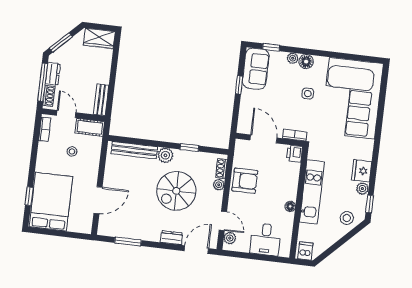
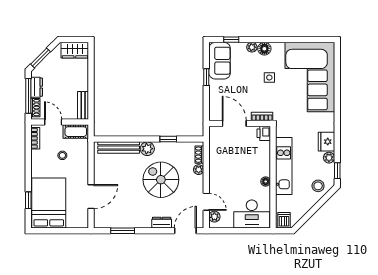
armchair: (245, 181) -> (222, 163), removed
spiral stairs: (176, 191) -> (161, 180), turned 90
desk: (266, 239) -> (252, 214), width x1.37

